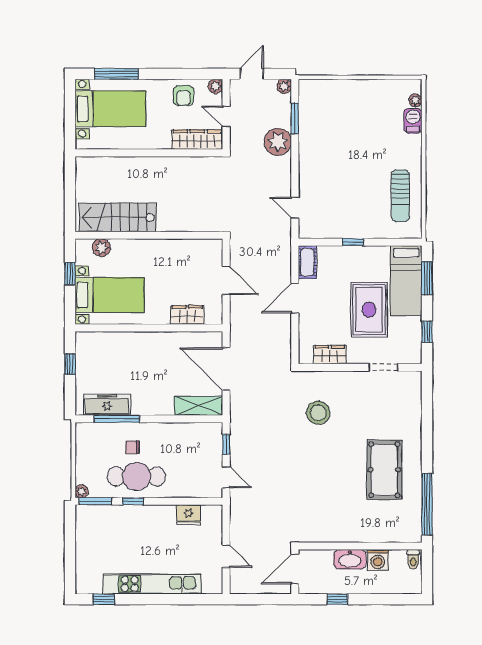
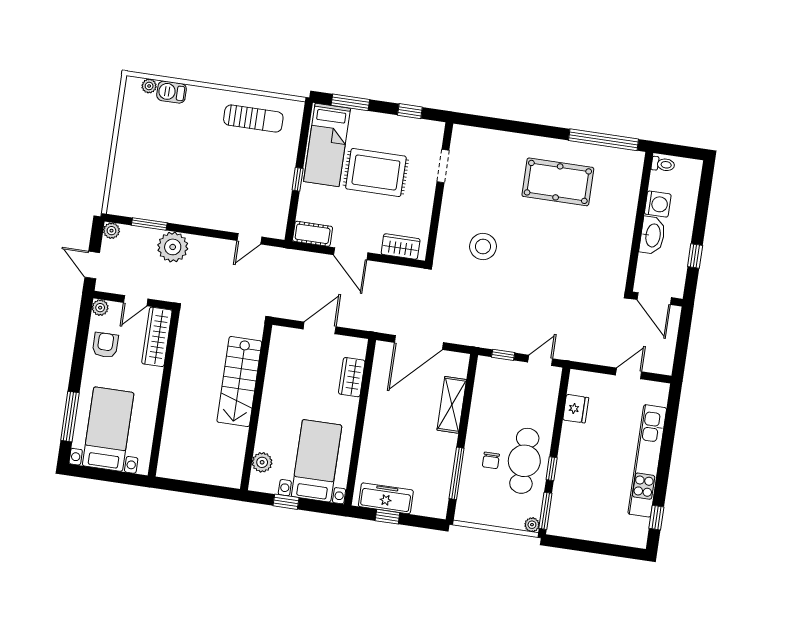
armchair: (183, 96) -> (105, 345), turned -90
stairs: (118, 217) -> (239, 382), moved
bed: (406, 281) -> (327, 145), moved, turned 90
wardrobe: (330, 355) -> (401, 247), moved, turned 90
freezer: (107, 405) -> (386, 498), moved, turned 90
shelving: (199, 406) -> (452, 405), moved

